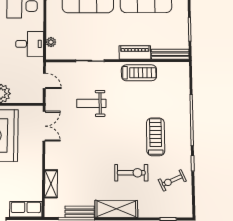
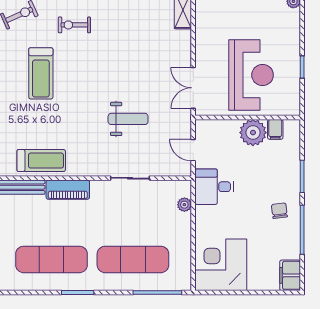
desk: (30, 44) -> (214, 187), moved
treadmill: (139, 73) -> (41, 161), moved, turned 180
exercise bike: (131, 173) -> (74, 25), width x0.73, depth x0.72

